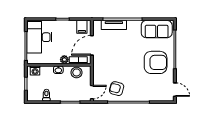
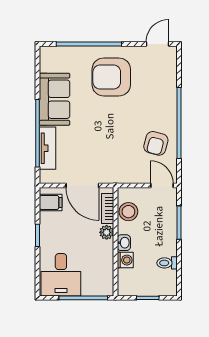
sofa: (157, 29) -> (55, 99), moved
desk: (39, 37) -> (61, 275), width x0.73
armchair: (156, 62) -> (111, 77), turned -90
washing machine: (35, 71) -> (125, 260), moved

